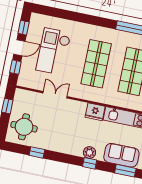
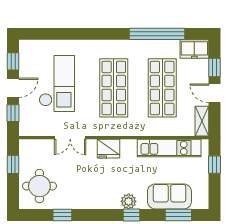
checkout: (53, 51) -> (57, 84), turned 180
double door: (55, 95) -> (70, 138), swing flipped
fridge: (95, 112) -> (109, 149), moved

